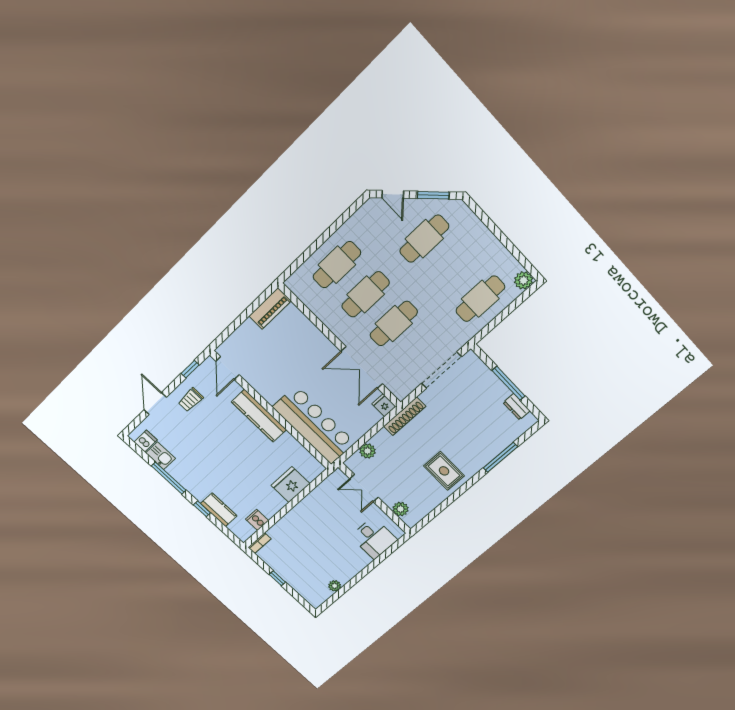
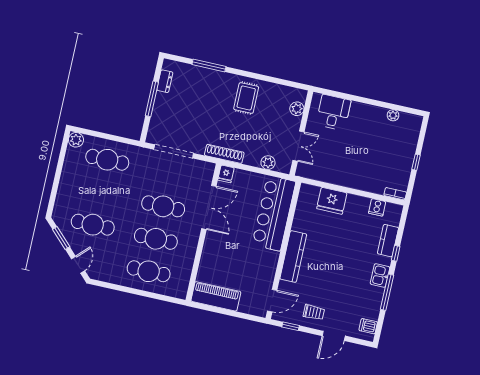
piano: (270, 309) -> (216, 296), width x1.37, depth x1.33
kitchen sink: (161, 456) -> (380, 275), moved

